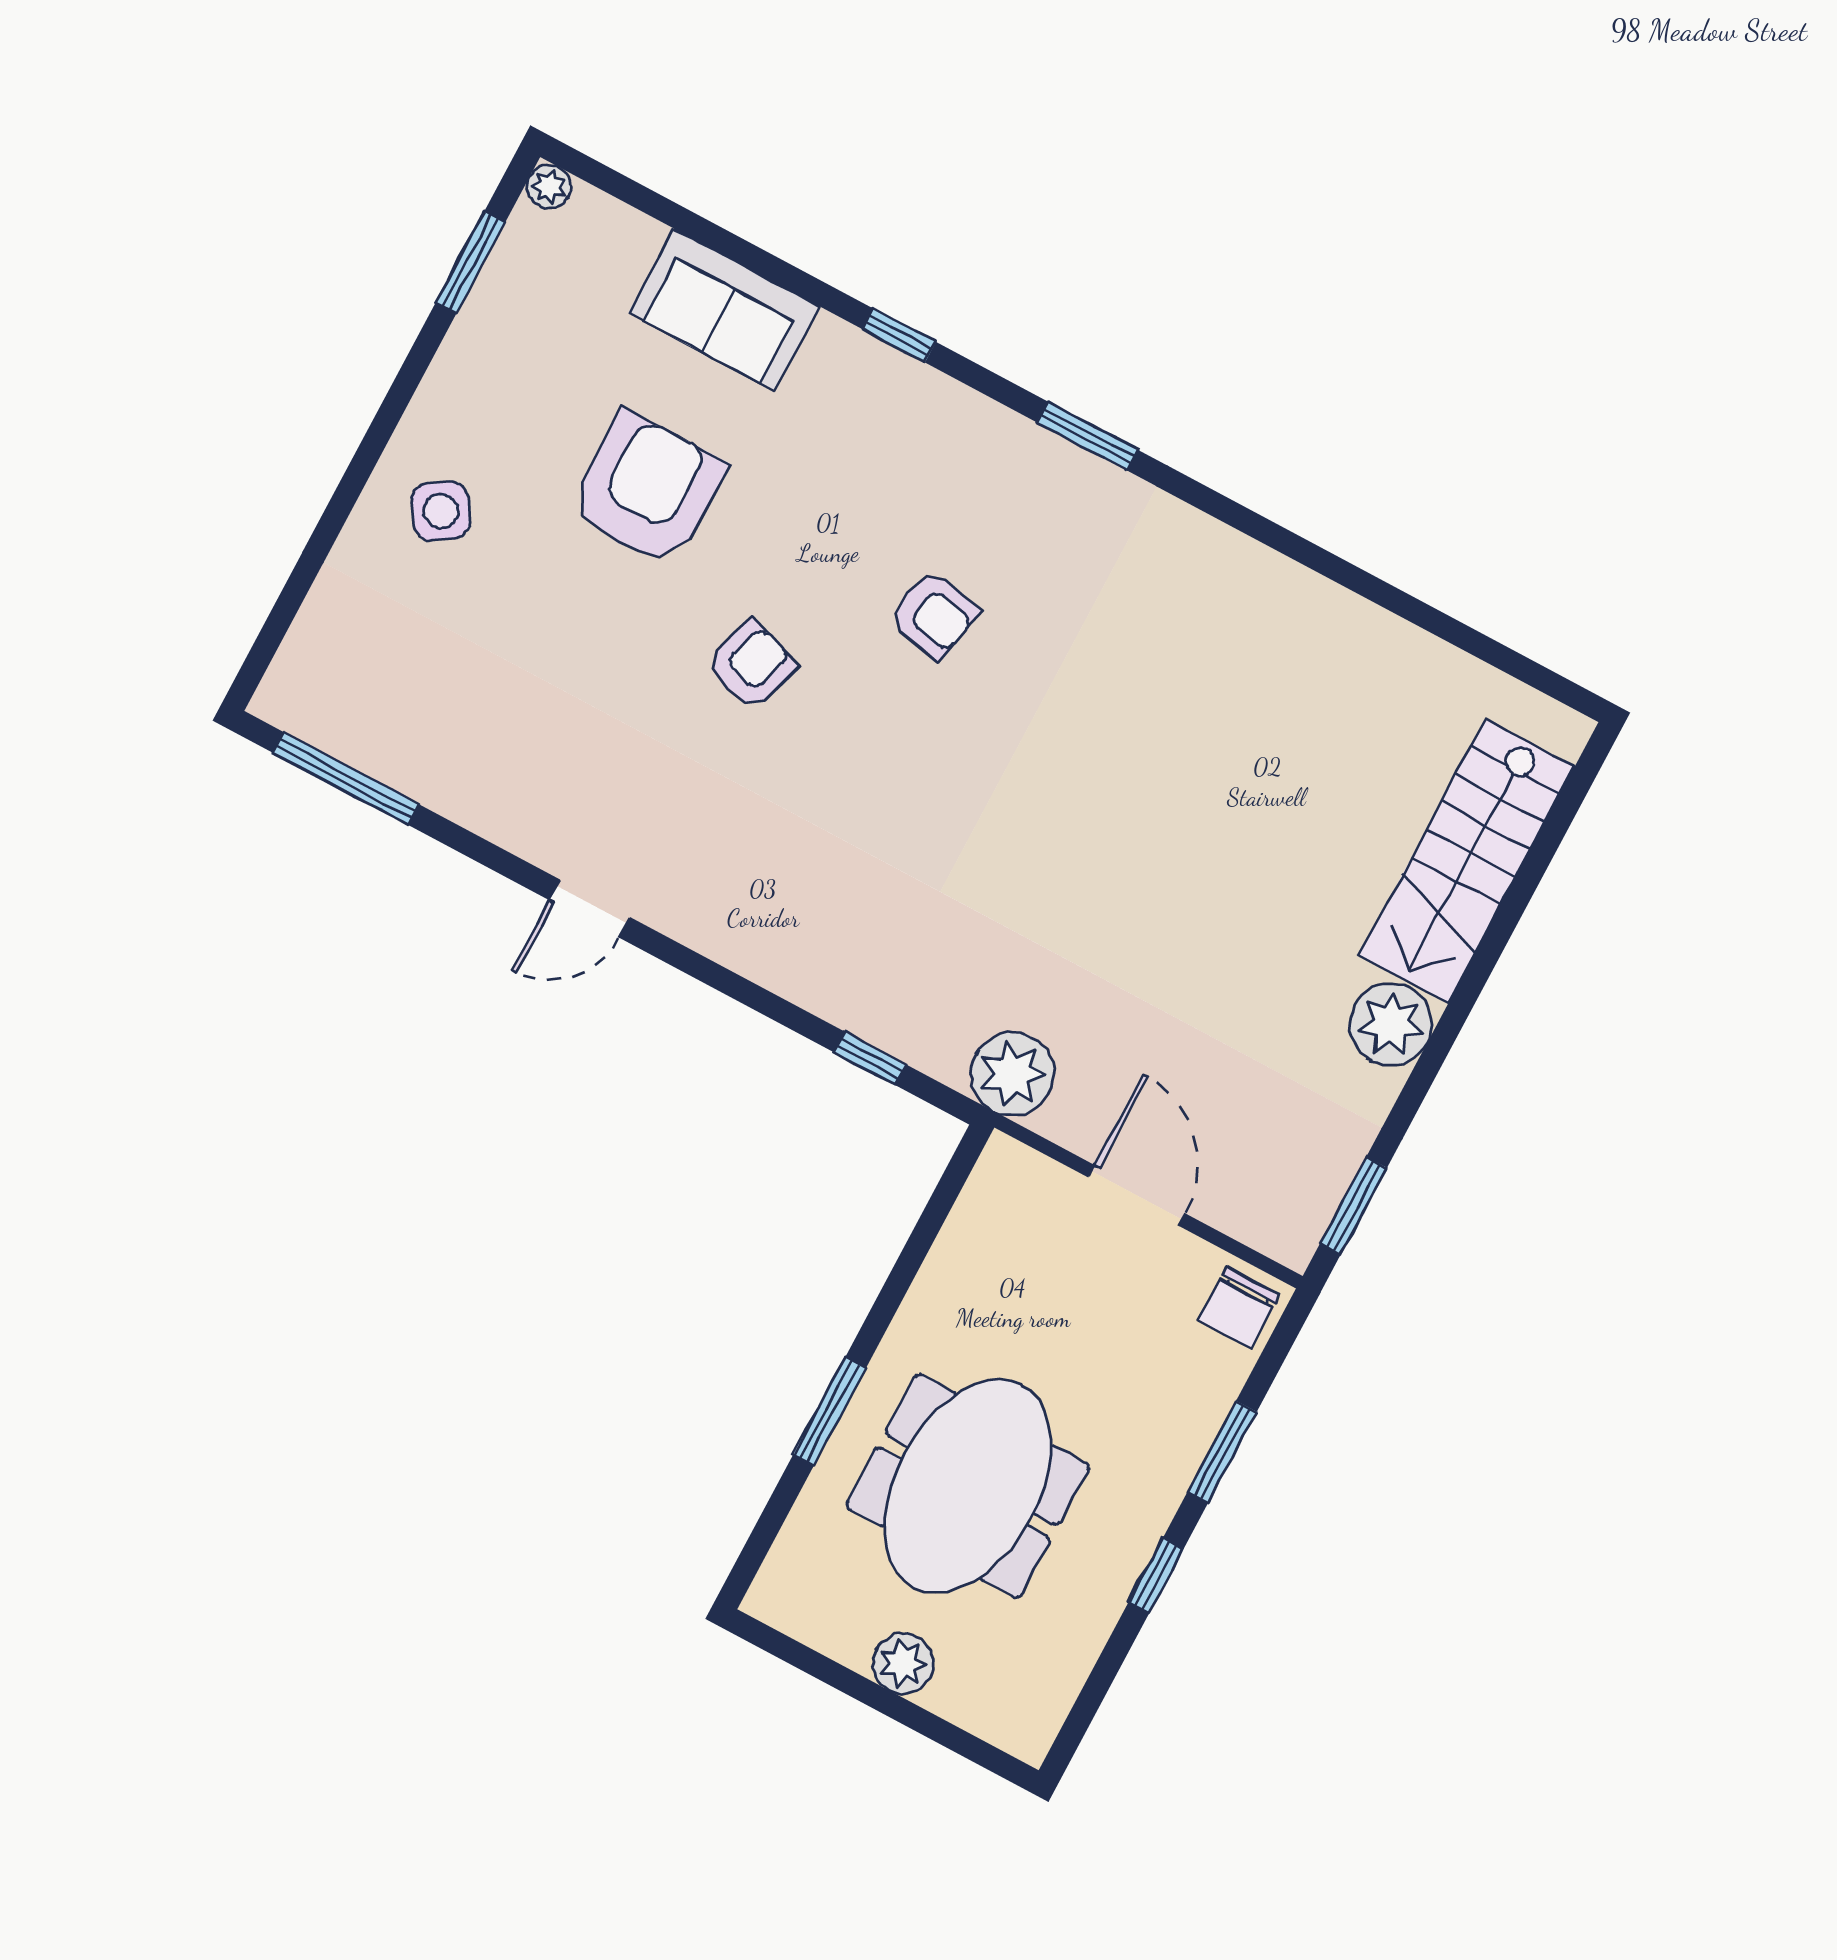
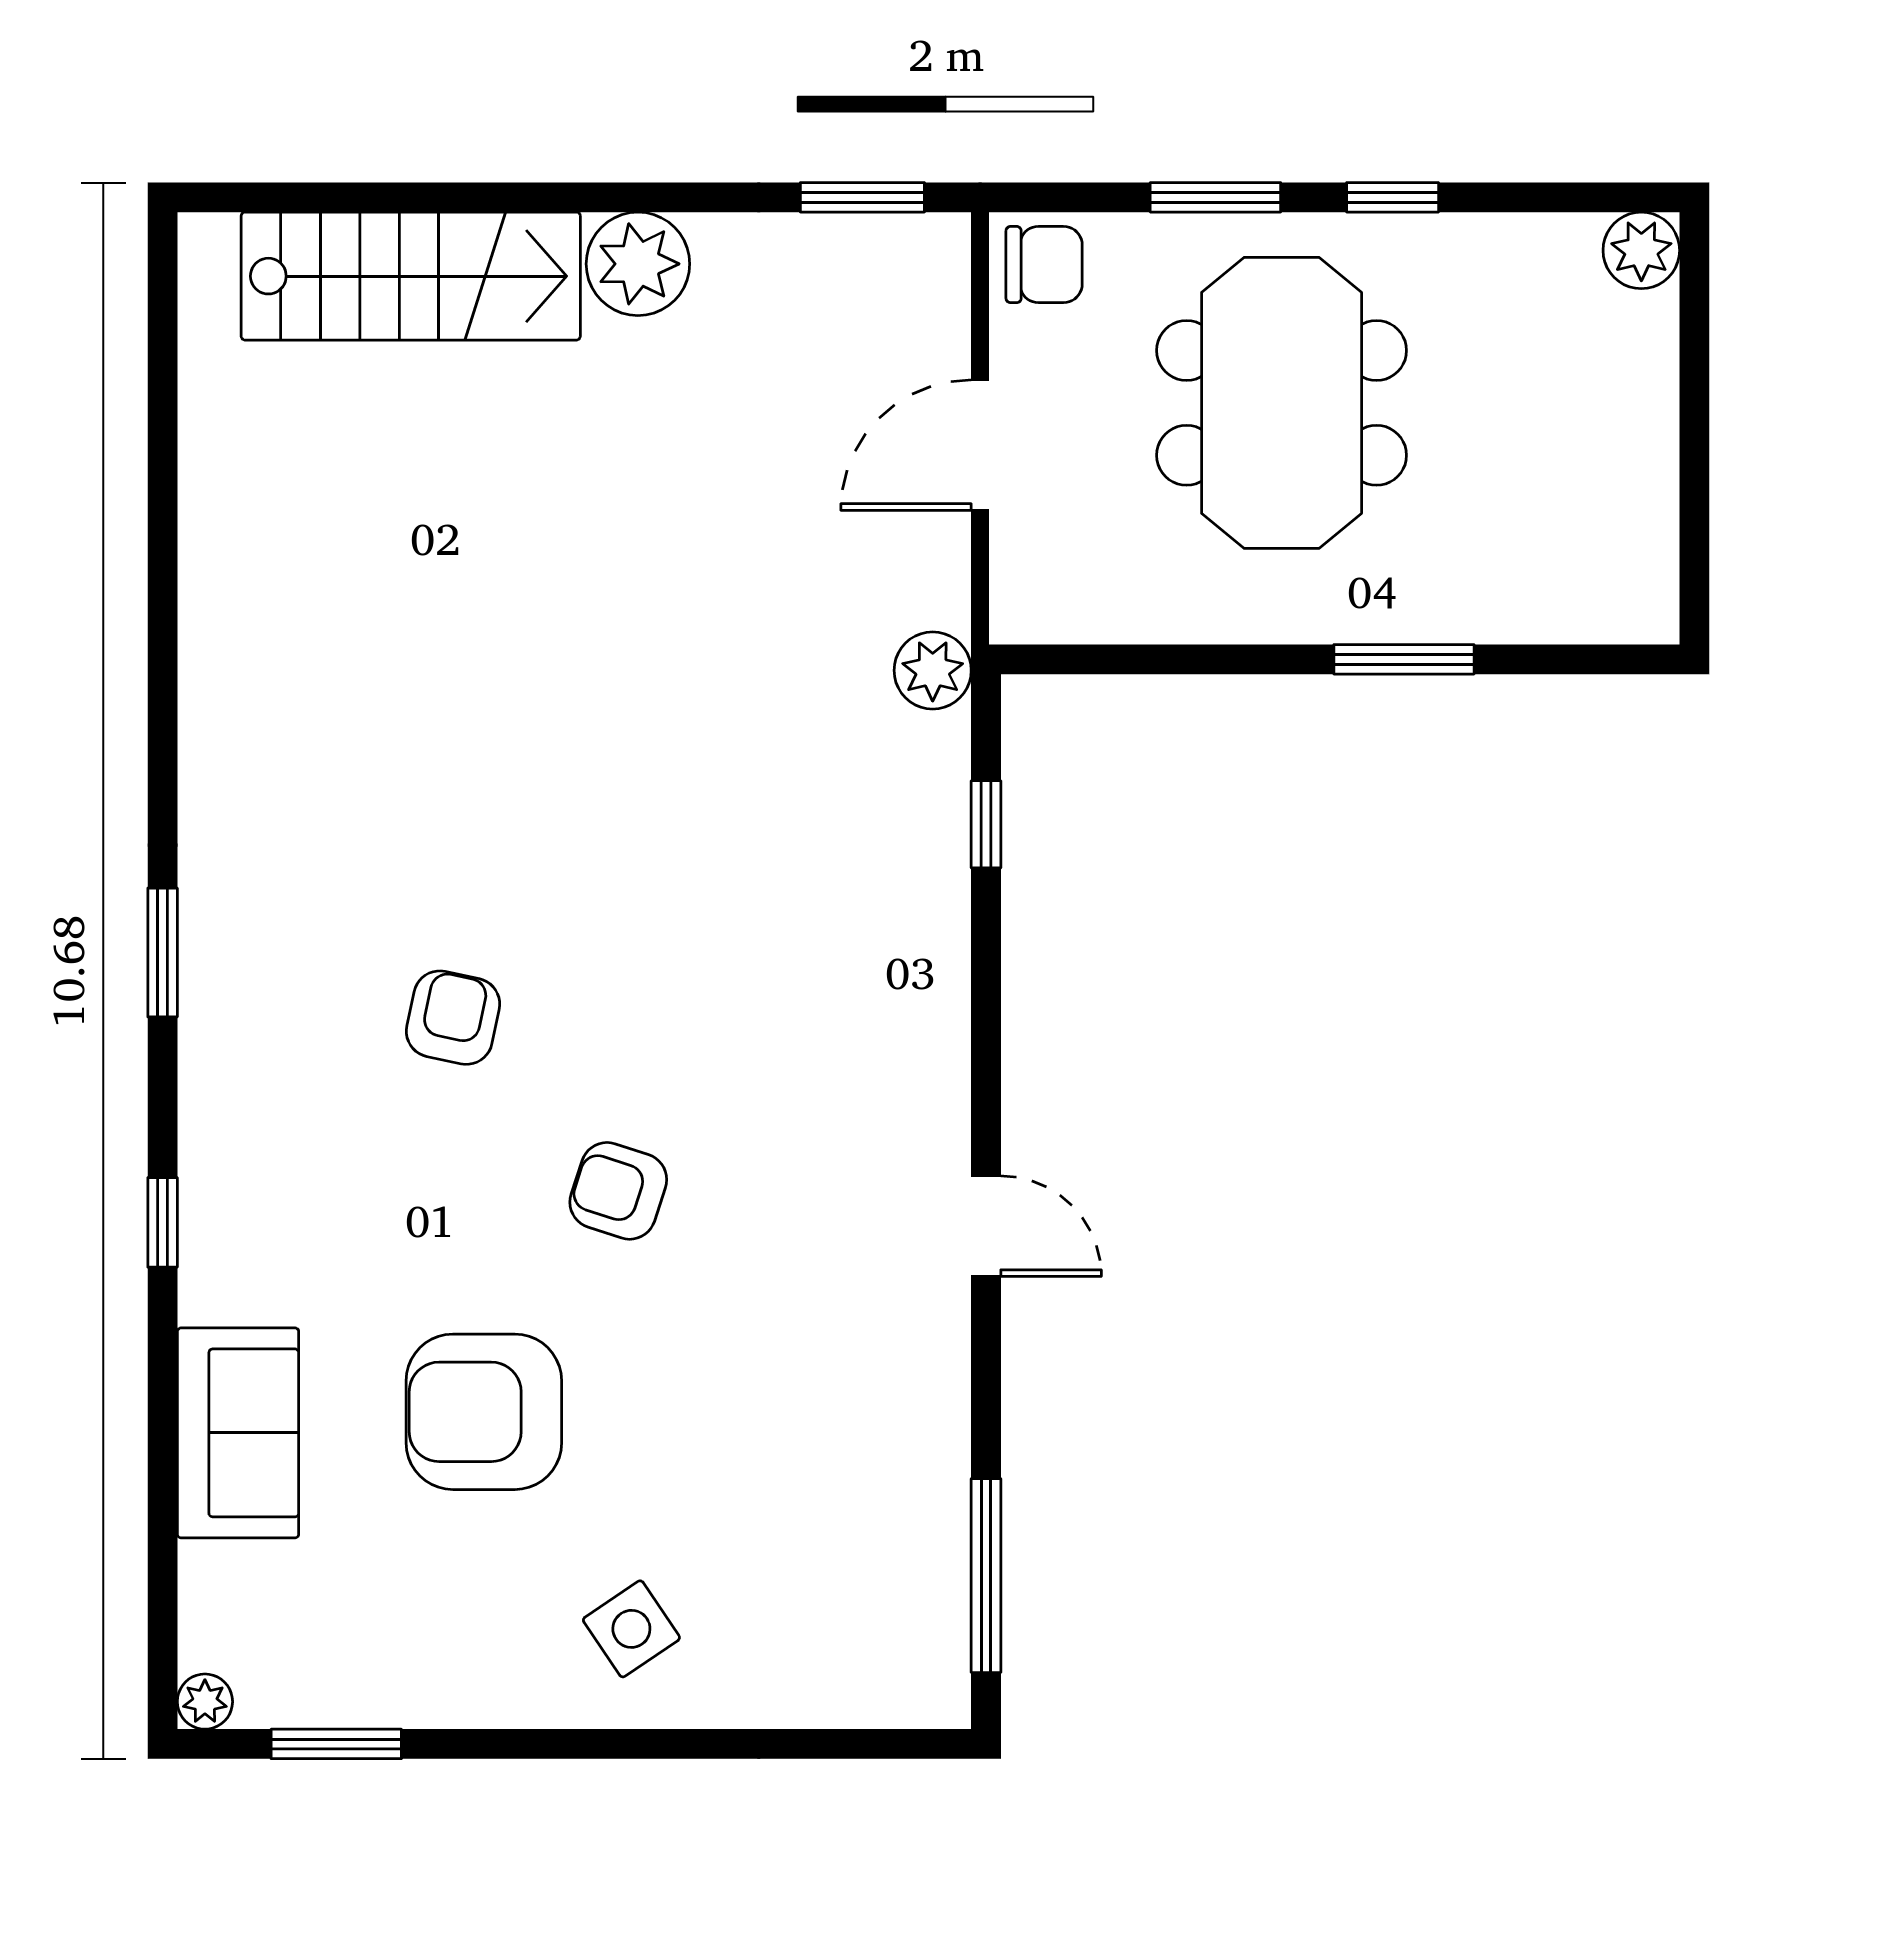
plant: (1012, 1074) -> (933, 670), width x0.73, depth x0.73
meeting table: (968, 1486) -> (1282, 403), moved, turned 90
plant: (903, 1664) -> (1641, 250), moved

